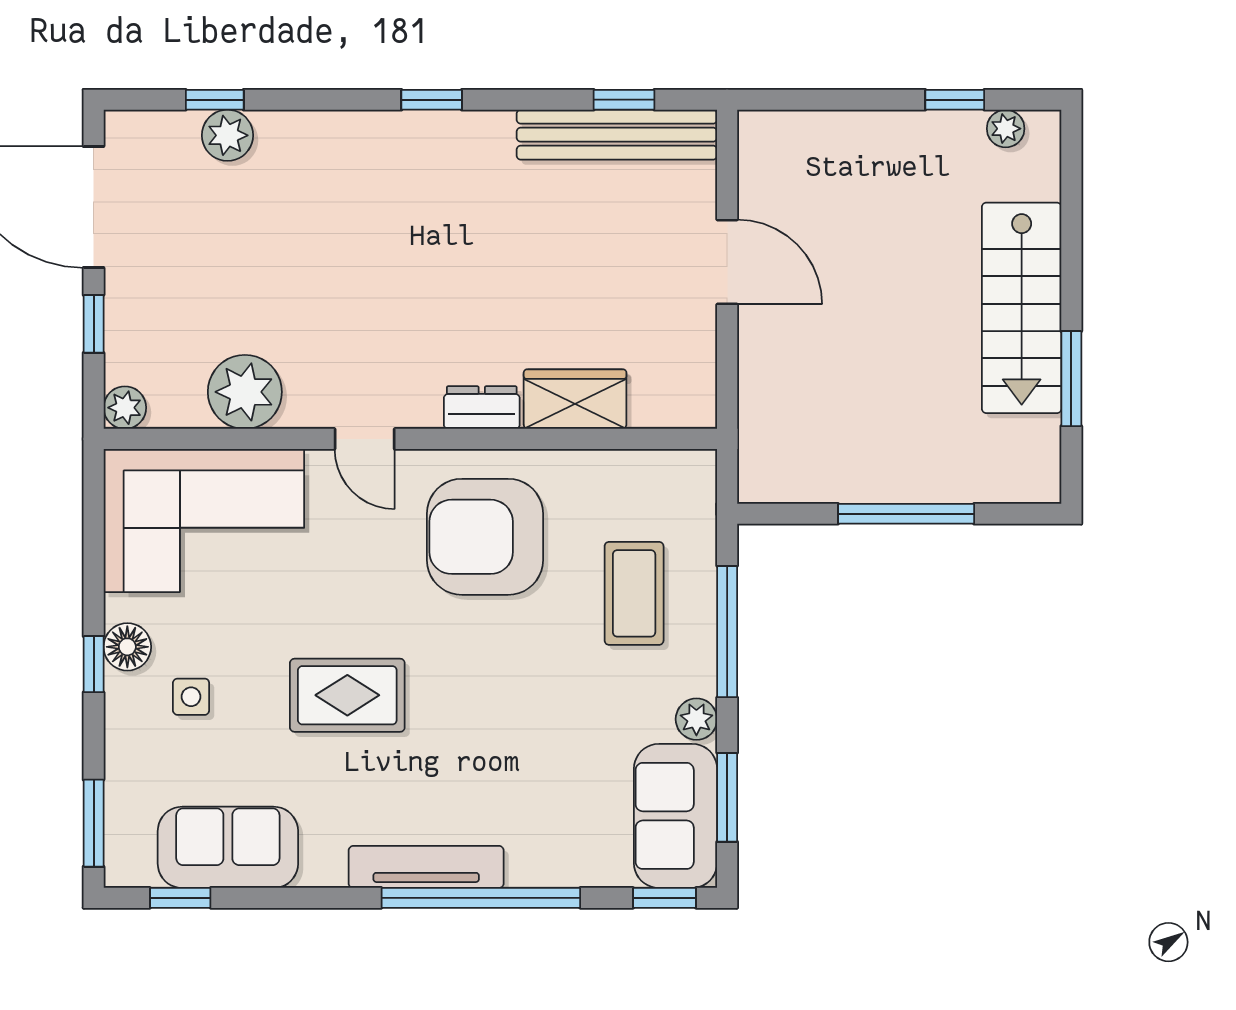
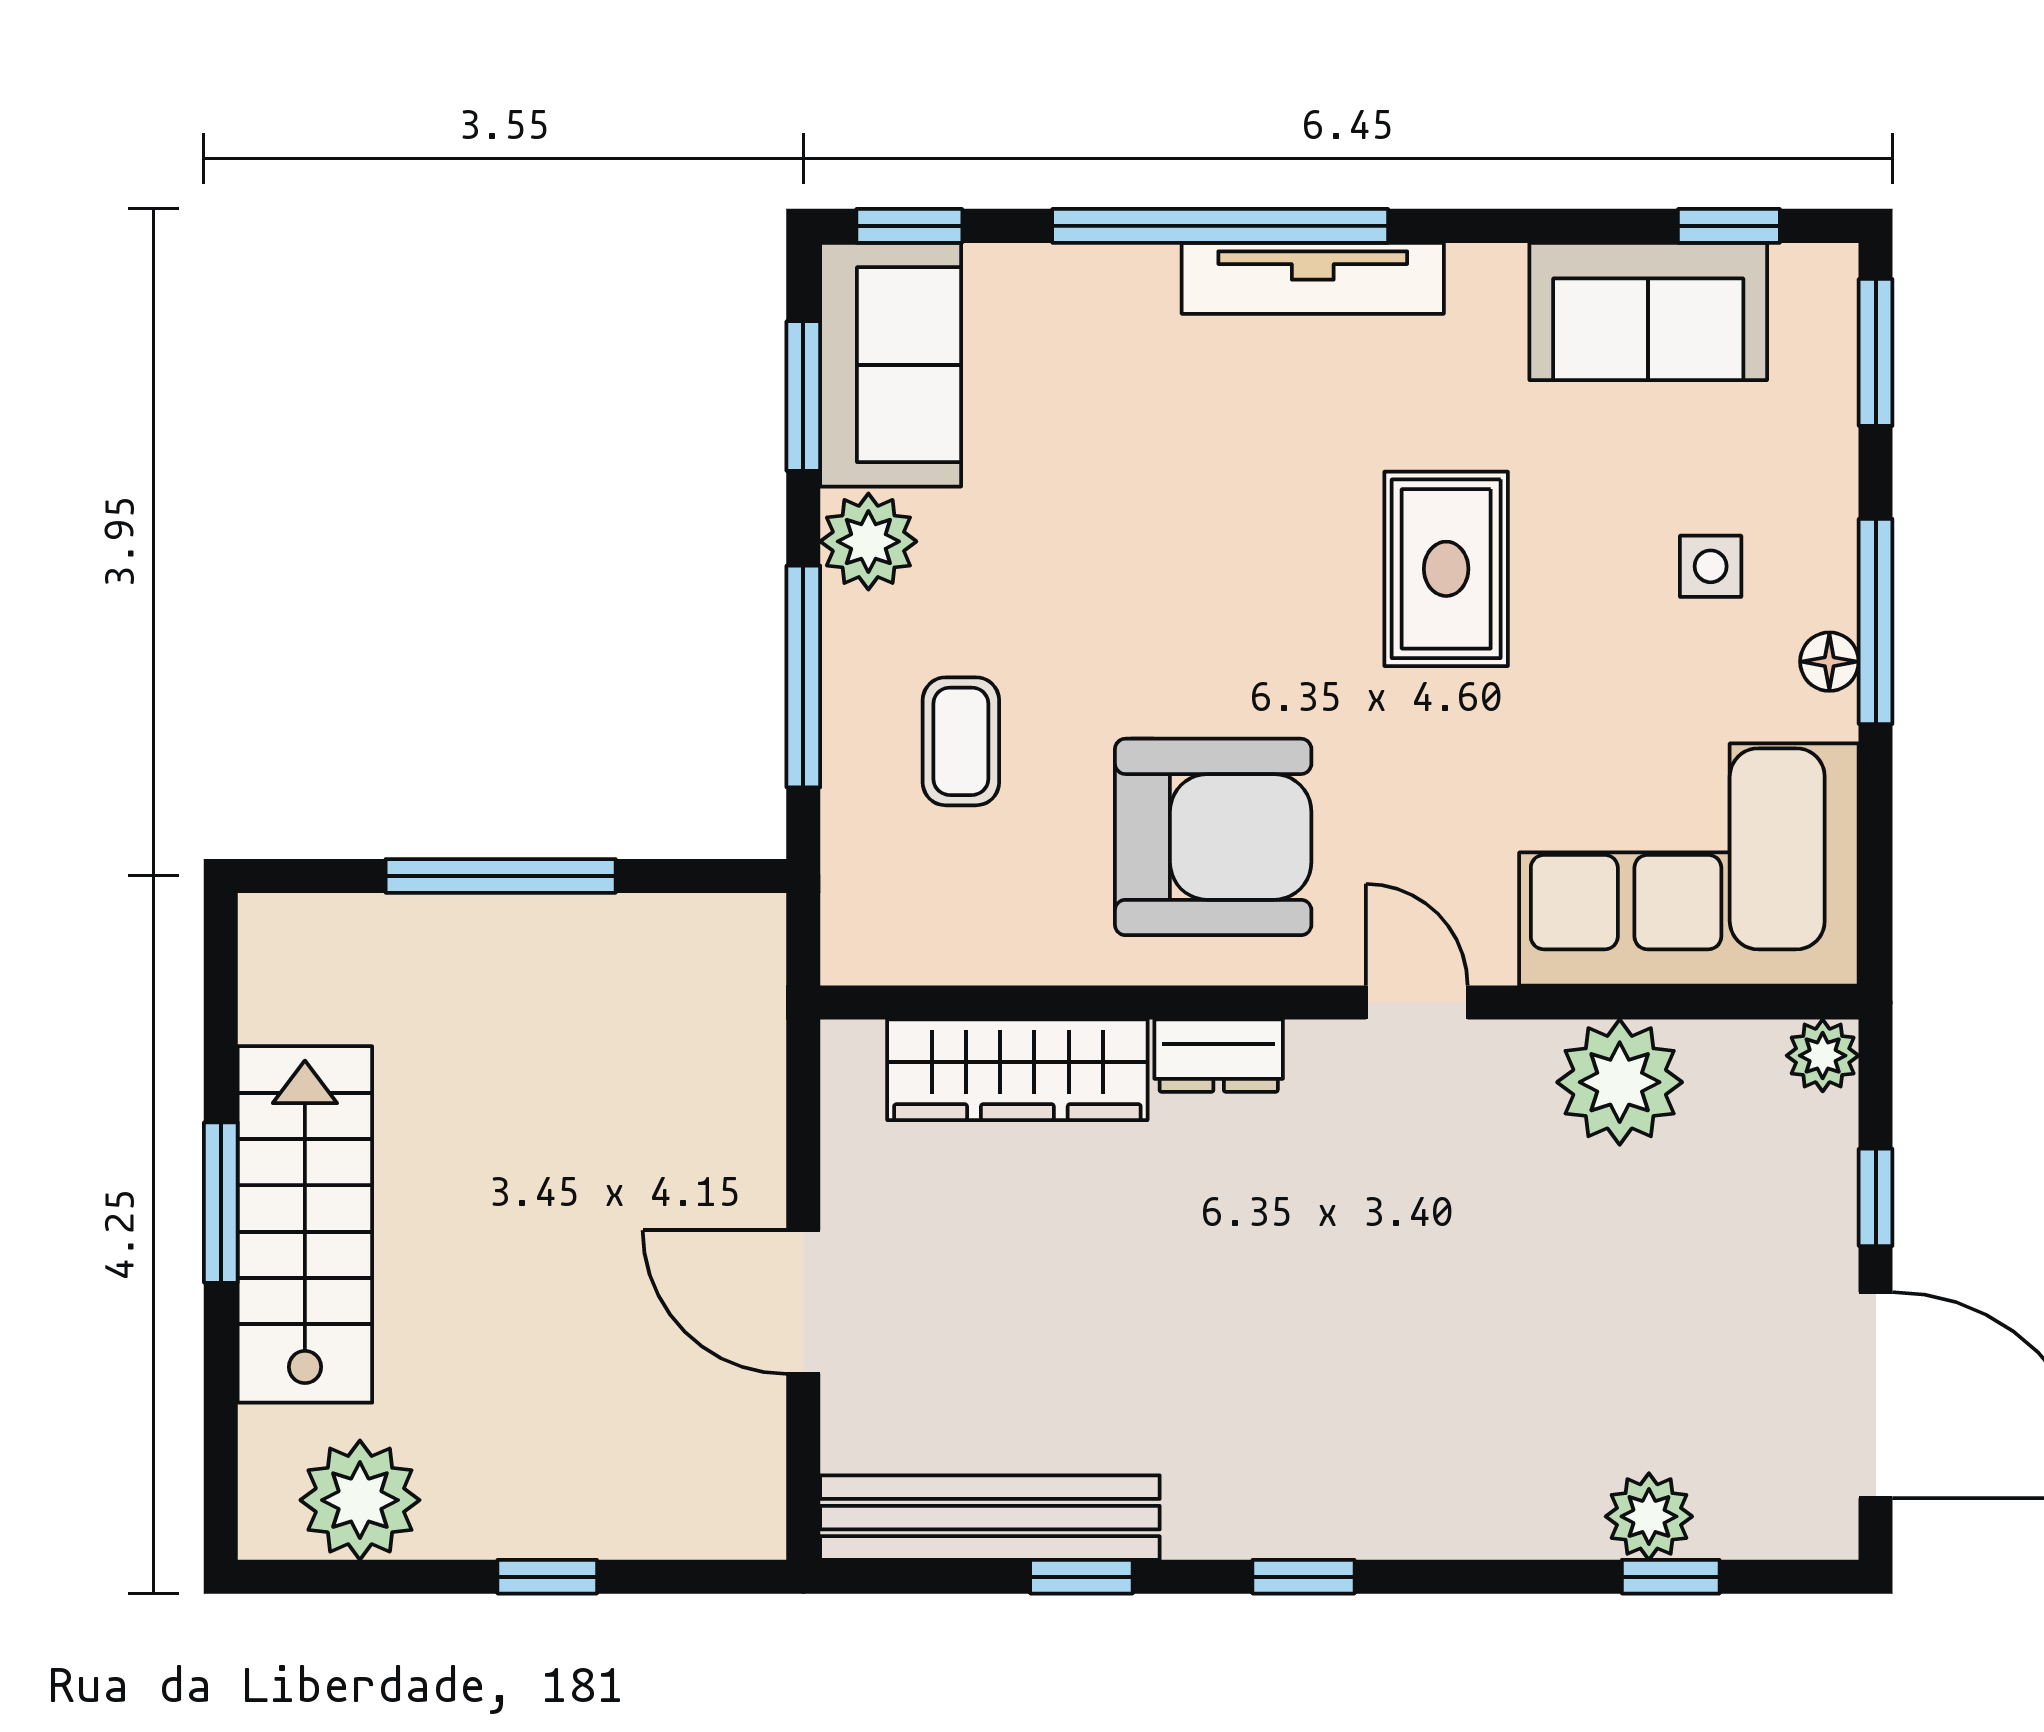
window: (624, 100) -> (1081, 1577), moved
window: (955, 100) -> (547, 1577), moved
plant: (1006, 129) -> (360, 1500), width x1.88, depth x1.88
window: (1071, 379) -> (221, 1203), moved
wardrobe: (575, 399) -> (1017, 1070), width x1.50
coffee table: (634, 593) -> (961, 741), width x0.73, depth x0.77
floor lamp: (127, 647) -> (1829, 662), width x0.73, depth x0.73
window: (94, 664) -> (1876, 621), width x2.17
rug: (347, 695) -> (1446, 569), turned 90
plant: (696, 719) -> (868, 541), width x1.38, depth x1.38

